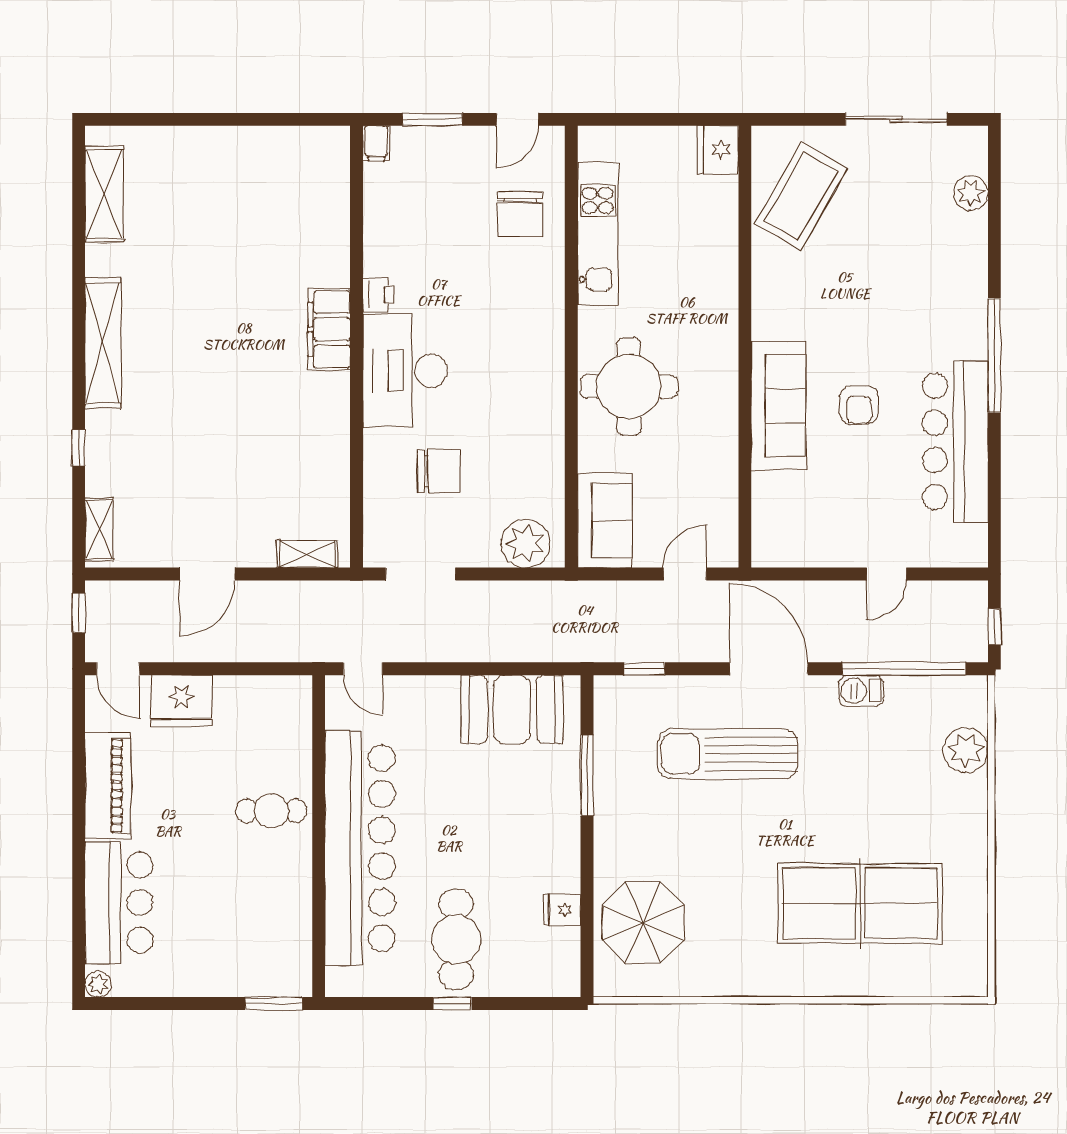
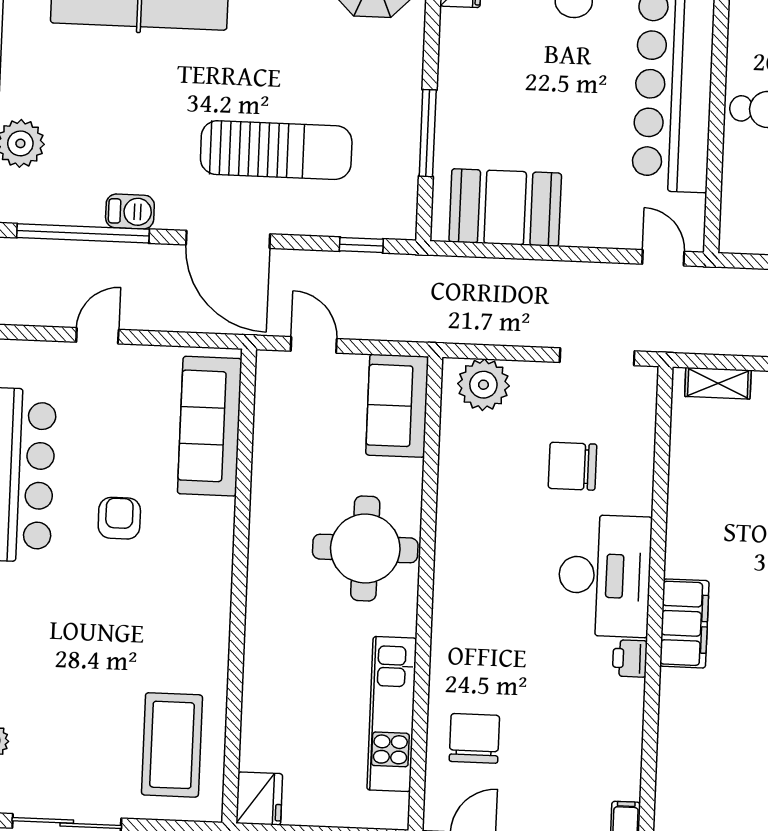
coffee table: (801, 196) -> (172, 745), turned -30
sofa: (779, 406) -> (210, 426), moved
door: (685, 574) -> (314, 345), swing flipped

